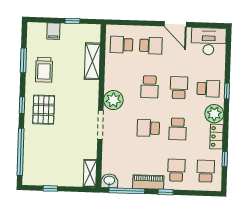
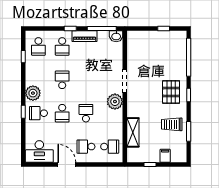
trolley: (44, 70) -> (172, 124), turned -90
school desk: (148, 128) -> (86, 80), removed
locker: (217, 137) -> (31, 75), removed
shelving: (90, 173) -> (132, 42), removed

